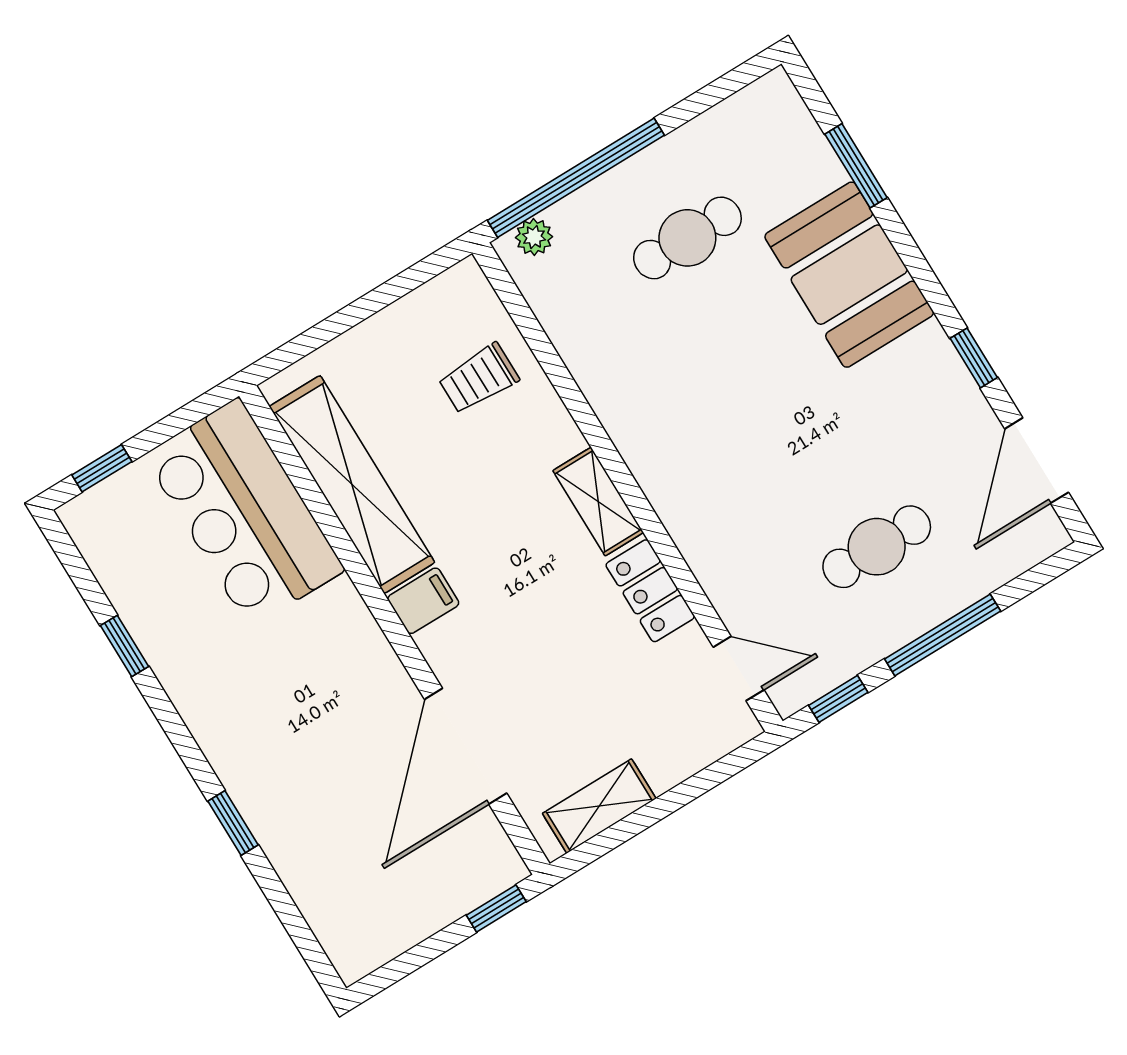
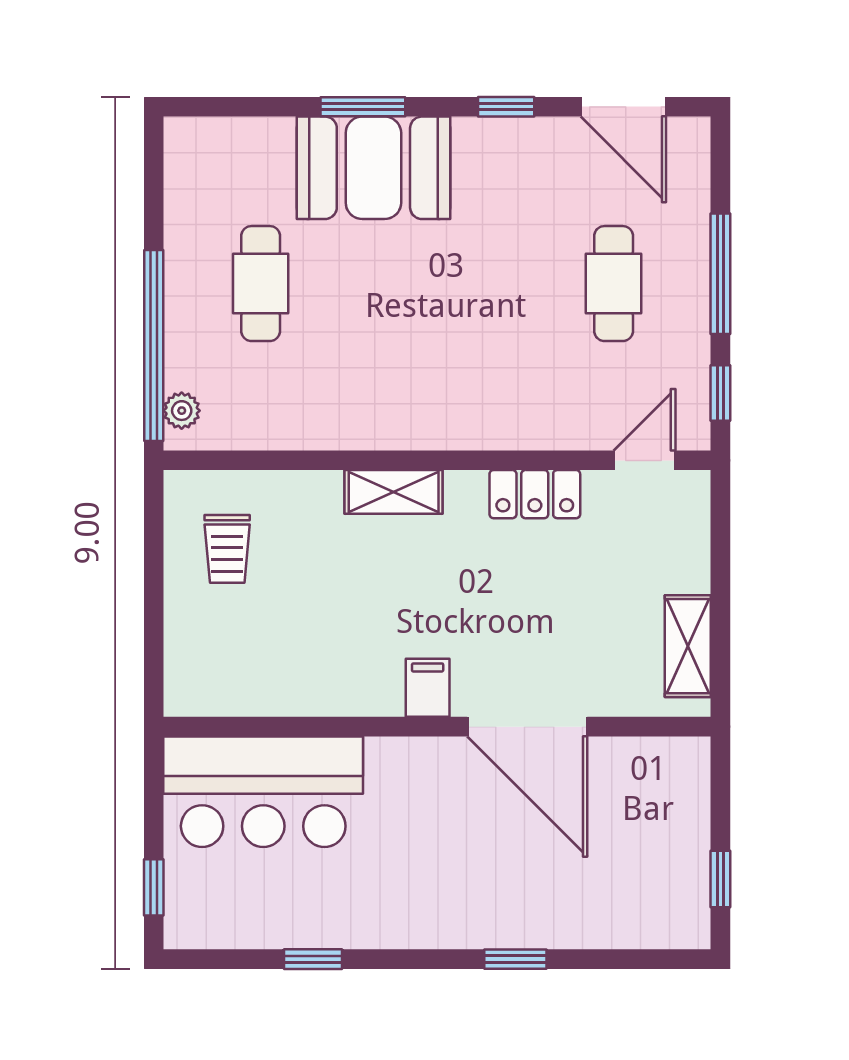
window: (856, 166) -> (363, 107), moved
trolley: (479, 379) -> (227, 549), moved
shelving: (352, 484) -> (295, 688), removed
shelving: (598, 502) -> (394, 492), moved
door: (466, 746) -> (527, 727), moved
window: (496, 908) -> (720, 879), moved

